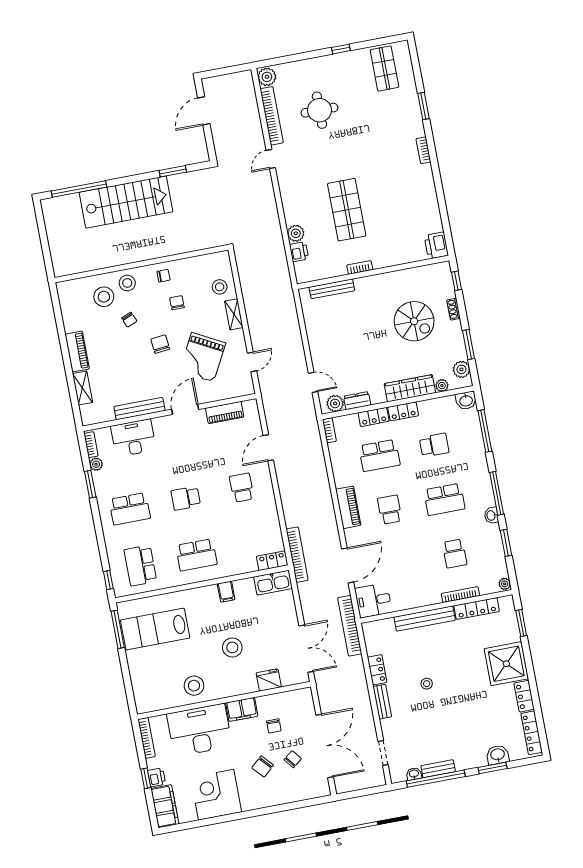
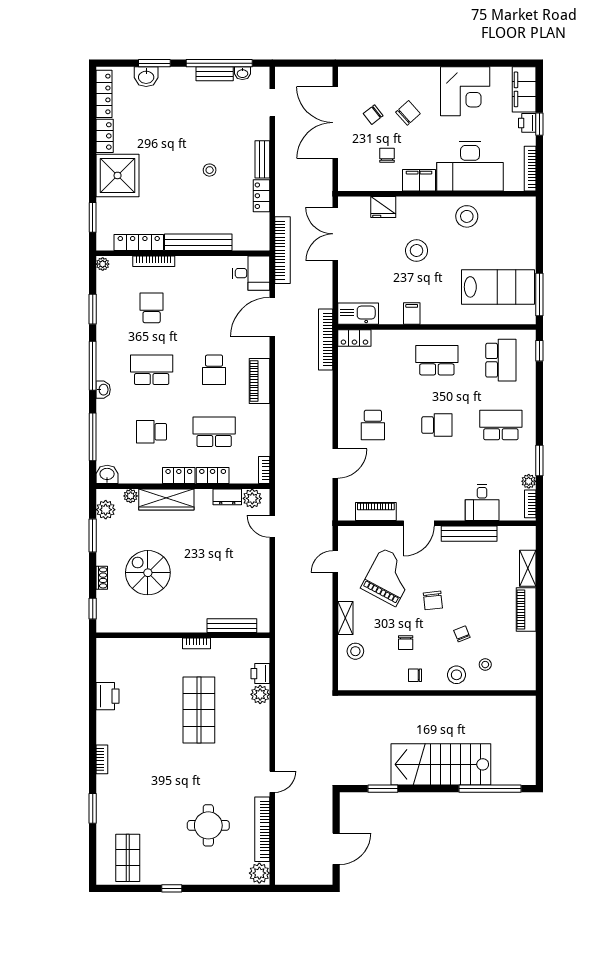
printer: (436, 245) -> (108, 696), moved
stool: (104, 297) -> (485, 665), width x0.53, depth x0.53
desk: (133, 438) -> (482, 502), width x0.73
washbasin: (491, 515) -> (103, 390), moved

